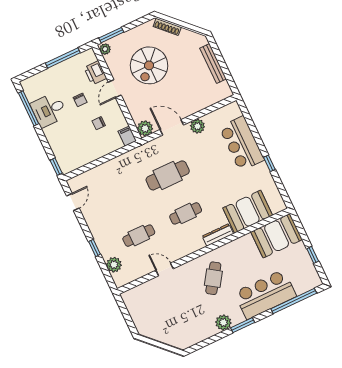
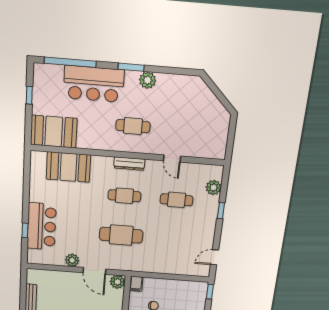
window: (269, 163) -> (25, 230), moved
dresser: (218, 235) -> (129, 164), moved
cafe table: (213, 278) -> (133, 126), turned 56

